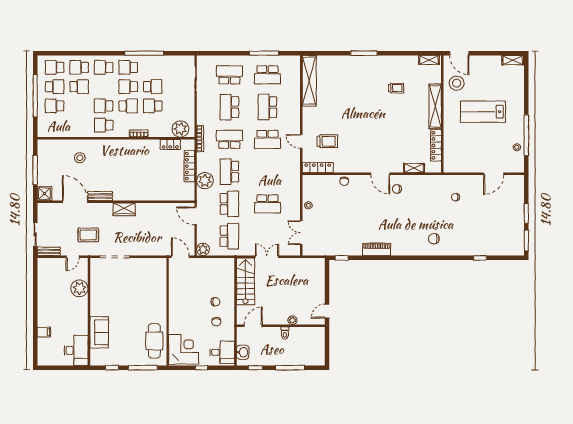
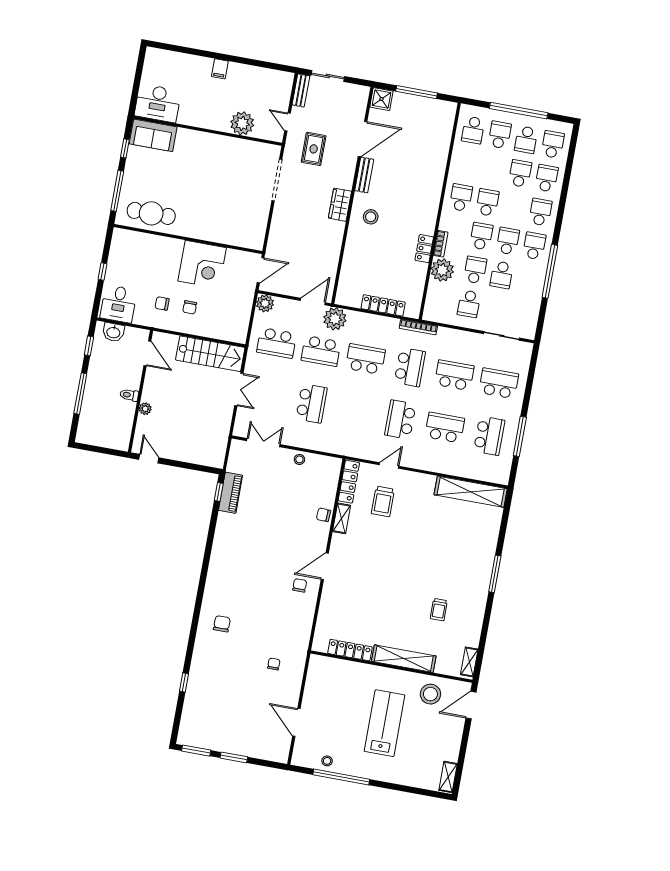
school desk: (229, 75) -> (499, 383), turned -90
school desk: (267, 75) -> (489, 436), turned 180
school desk: (79, 87) -> (520, 173), turned 180
school desk: (128, 106) -> (481, 236), turned 180
school desk: (177, 106) -> (469, 304), added
school desk: (55, 125) -> (473, 130), added
plant: (180, 129) -> (442, 270), moved
locker: (170, 144) -> (424, 249), moved
stool: (80, 158) -> (371, 217), moved
shelving: (414, 168) -> (342, 518), moved
plant: (205, 181) -> (335, 319), moved
school desk: (267, 204) -> (311, 403), turned 180
piano: (377, 249) -> (231, 493), moved
filing cabinet: (44, 332) -> (220, 69), moved
sofa: (99, 332) -> (153, 135), moved
corner desk: (184, 349) -> (202, 264), moved

